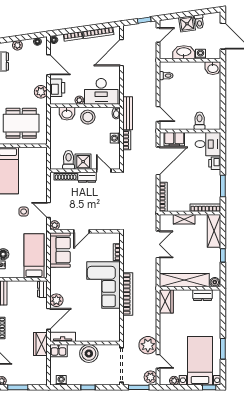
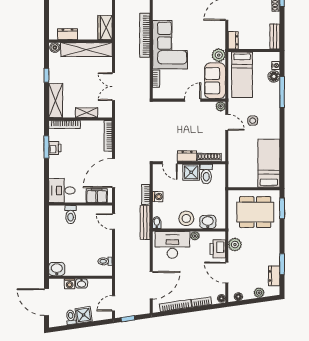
washbasin: (184, 52) -> (81, 283), width x0.52, depth x0.69
printer: (215, 163) -> (55, 148), moved
plant: (56, 300) -> (219, 55), moved

